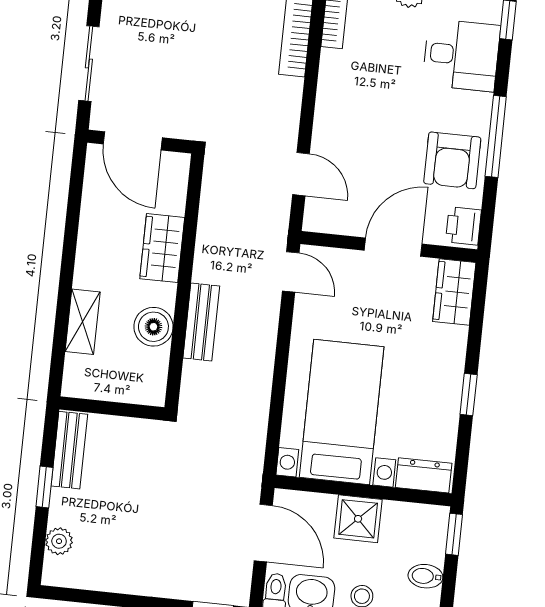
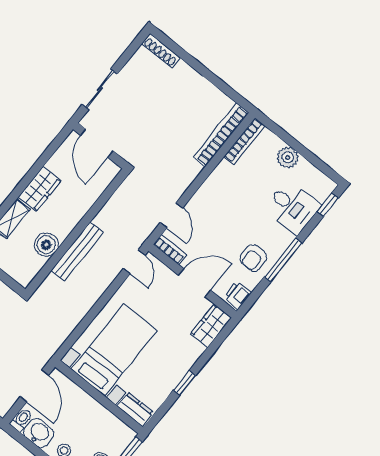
armchair: (452, 160) -> (253, 258), width x0.72, depth x0.72
bookcase: (329, 223) -> (170, 250), added
wardrobe: (162, 248) -> (40, 189), moved, turned 180
bench: (201, 322) -> (77, 251), width x1.36
shower: (358, 519) -> (87, 410), removed

